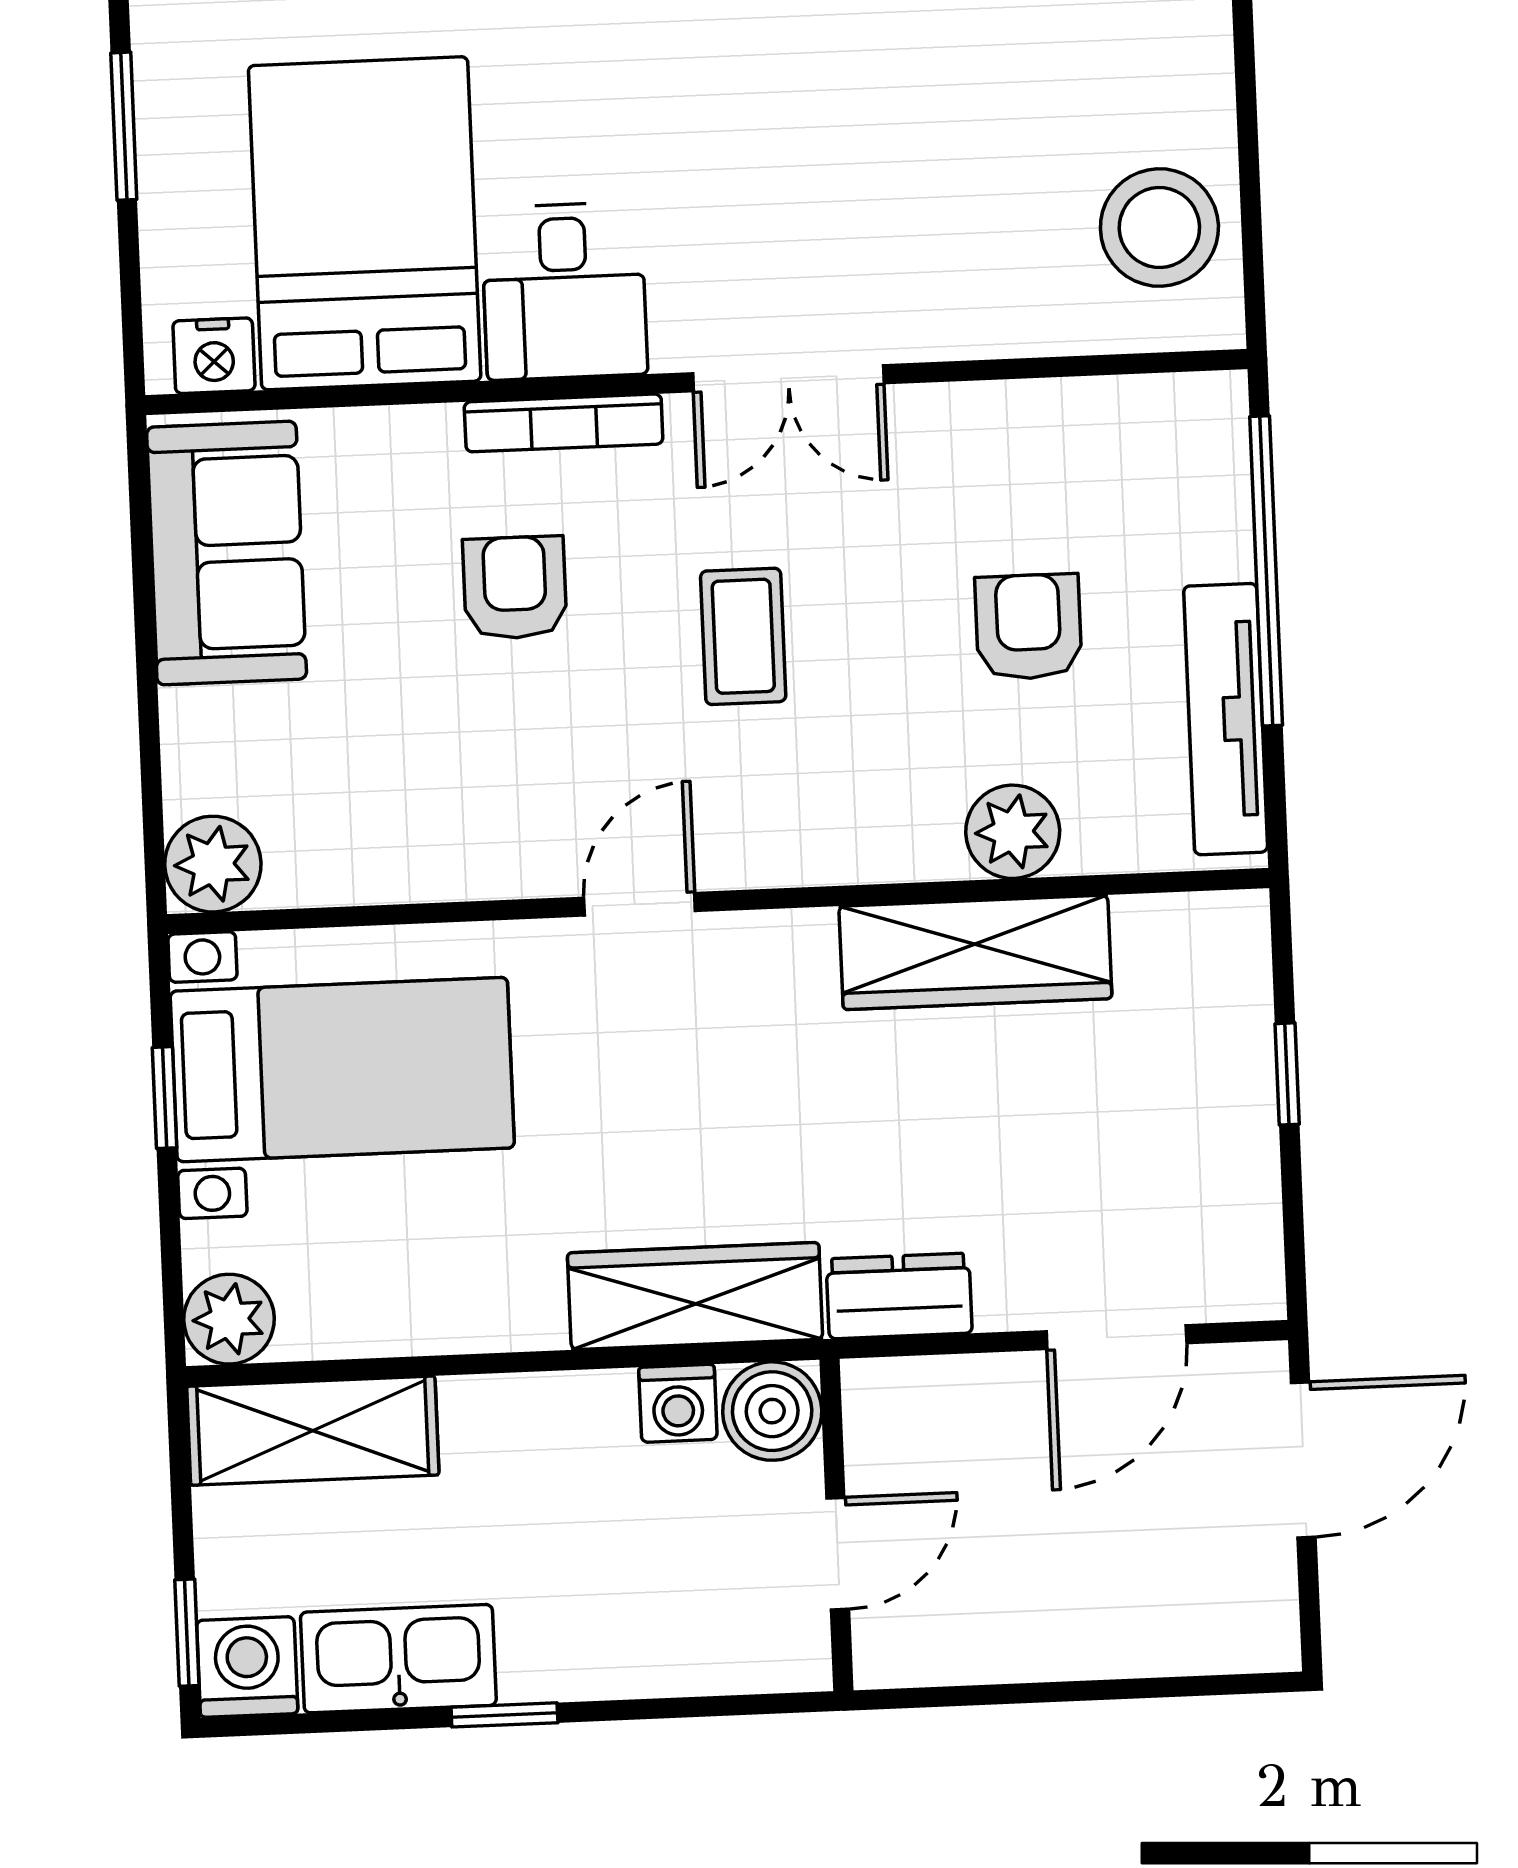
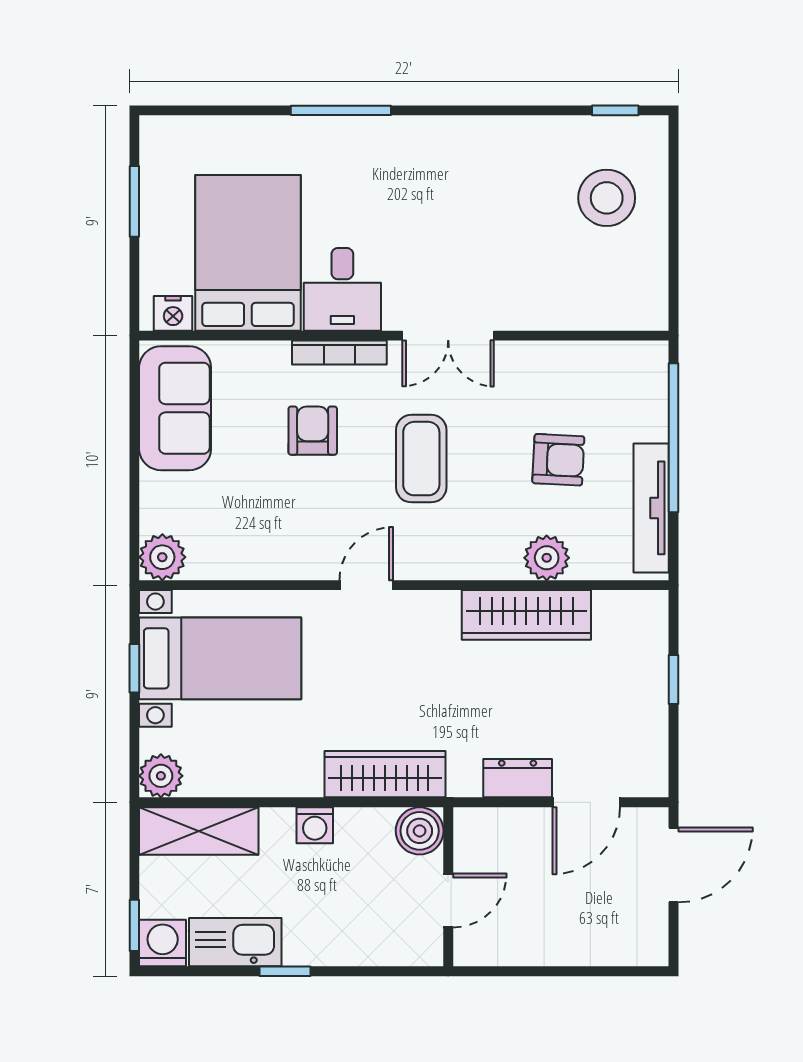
stool: (1159, 228) -> (607, 198), moved
armchair: (1028, 627) -> (558, 460), turned 93
coffee table: (743, 636) -> (421, 459), width x1.36, depth x1.30
dresser: (899, 1296) -> (518, 778), moved
washing machine: (678, 1403) -> (315, 825), moved

